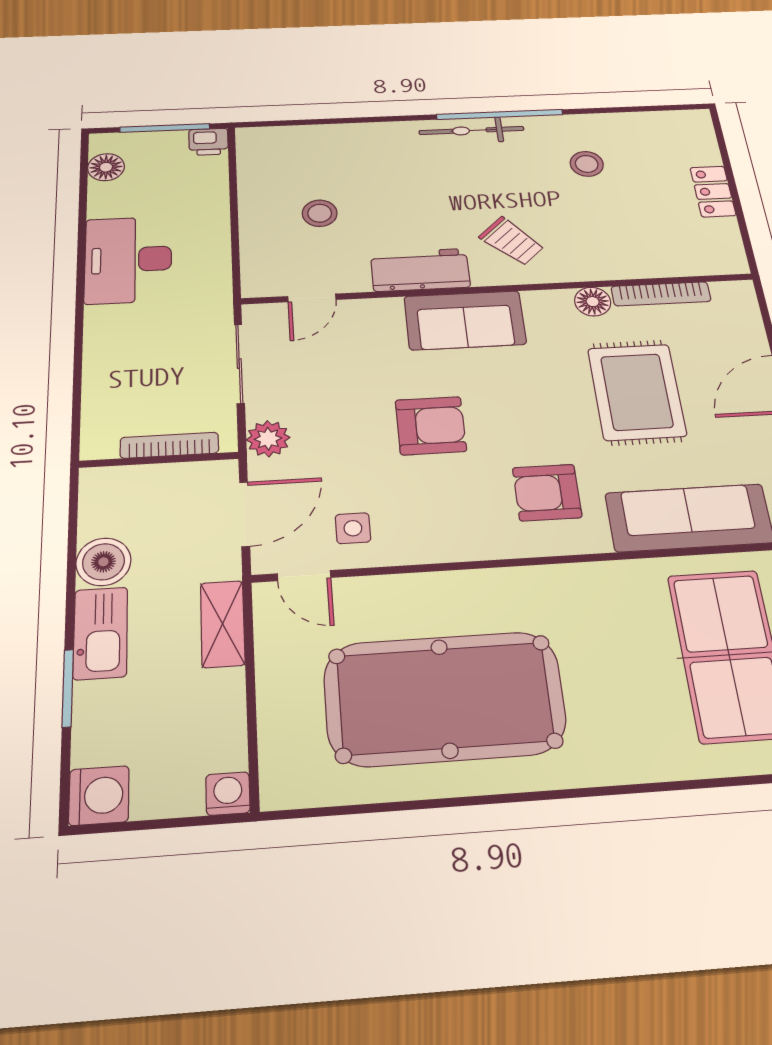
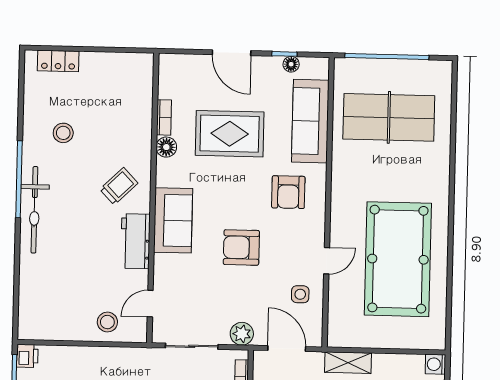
bicycle: (471, 130) -> (34, 210), width x1.37, depth x1.40
locker: (713, 191) -> (58, 61), moved
stool: (320, 213) -> (107, 322), moved
bookcase: (661, 294) -> (164, 117), width x0.64
door: (312, 298) -> (150, 304), swing flipped
armchair: (431, 426) -> (241, 247), turned -90
door: (304, 576) -> (327, 261), moved

